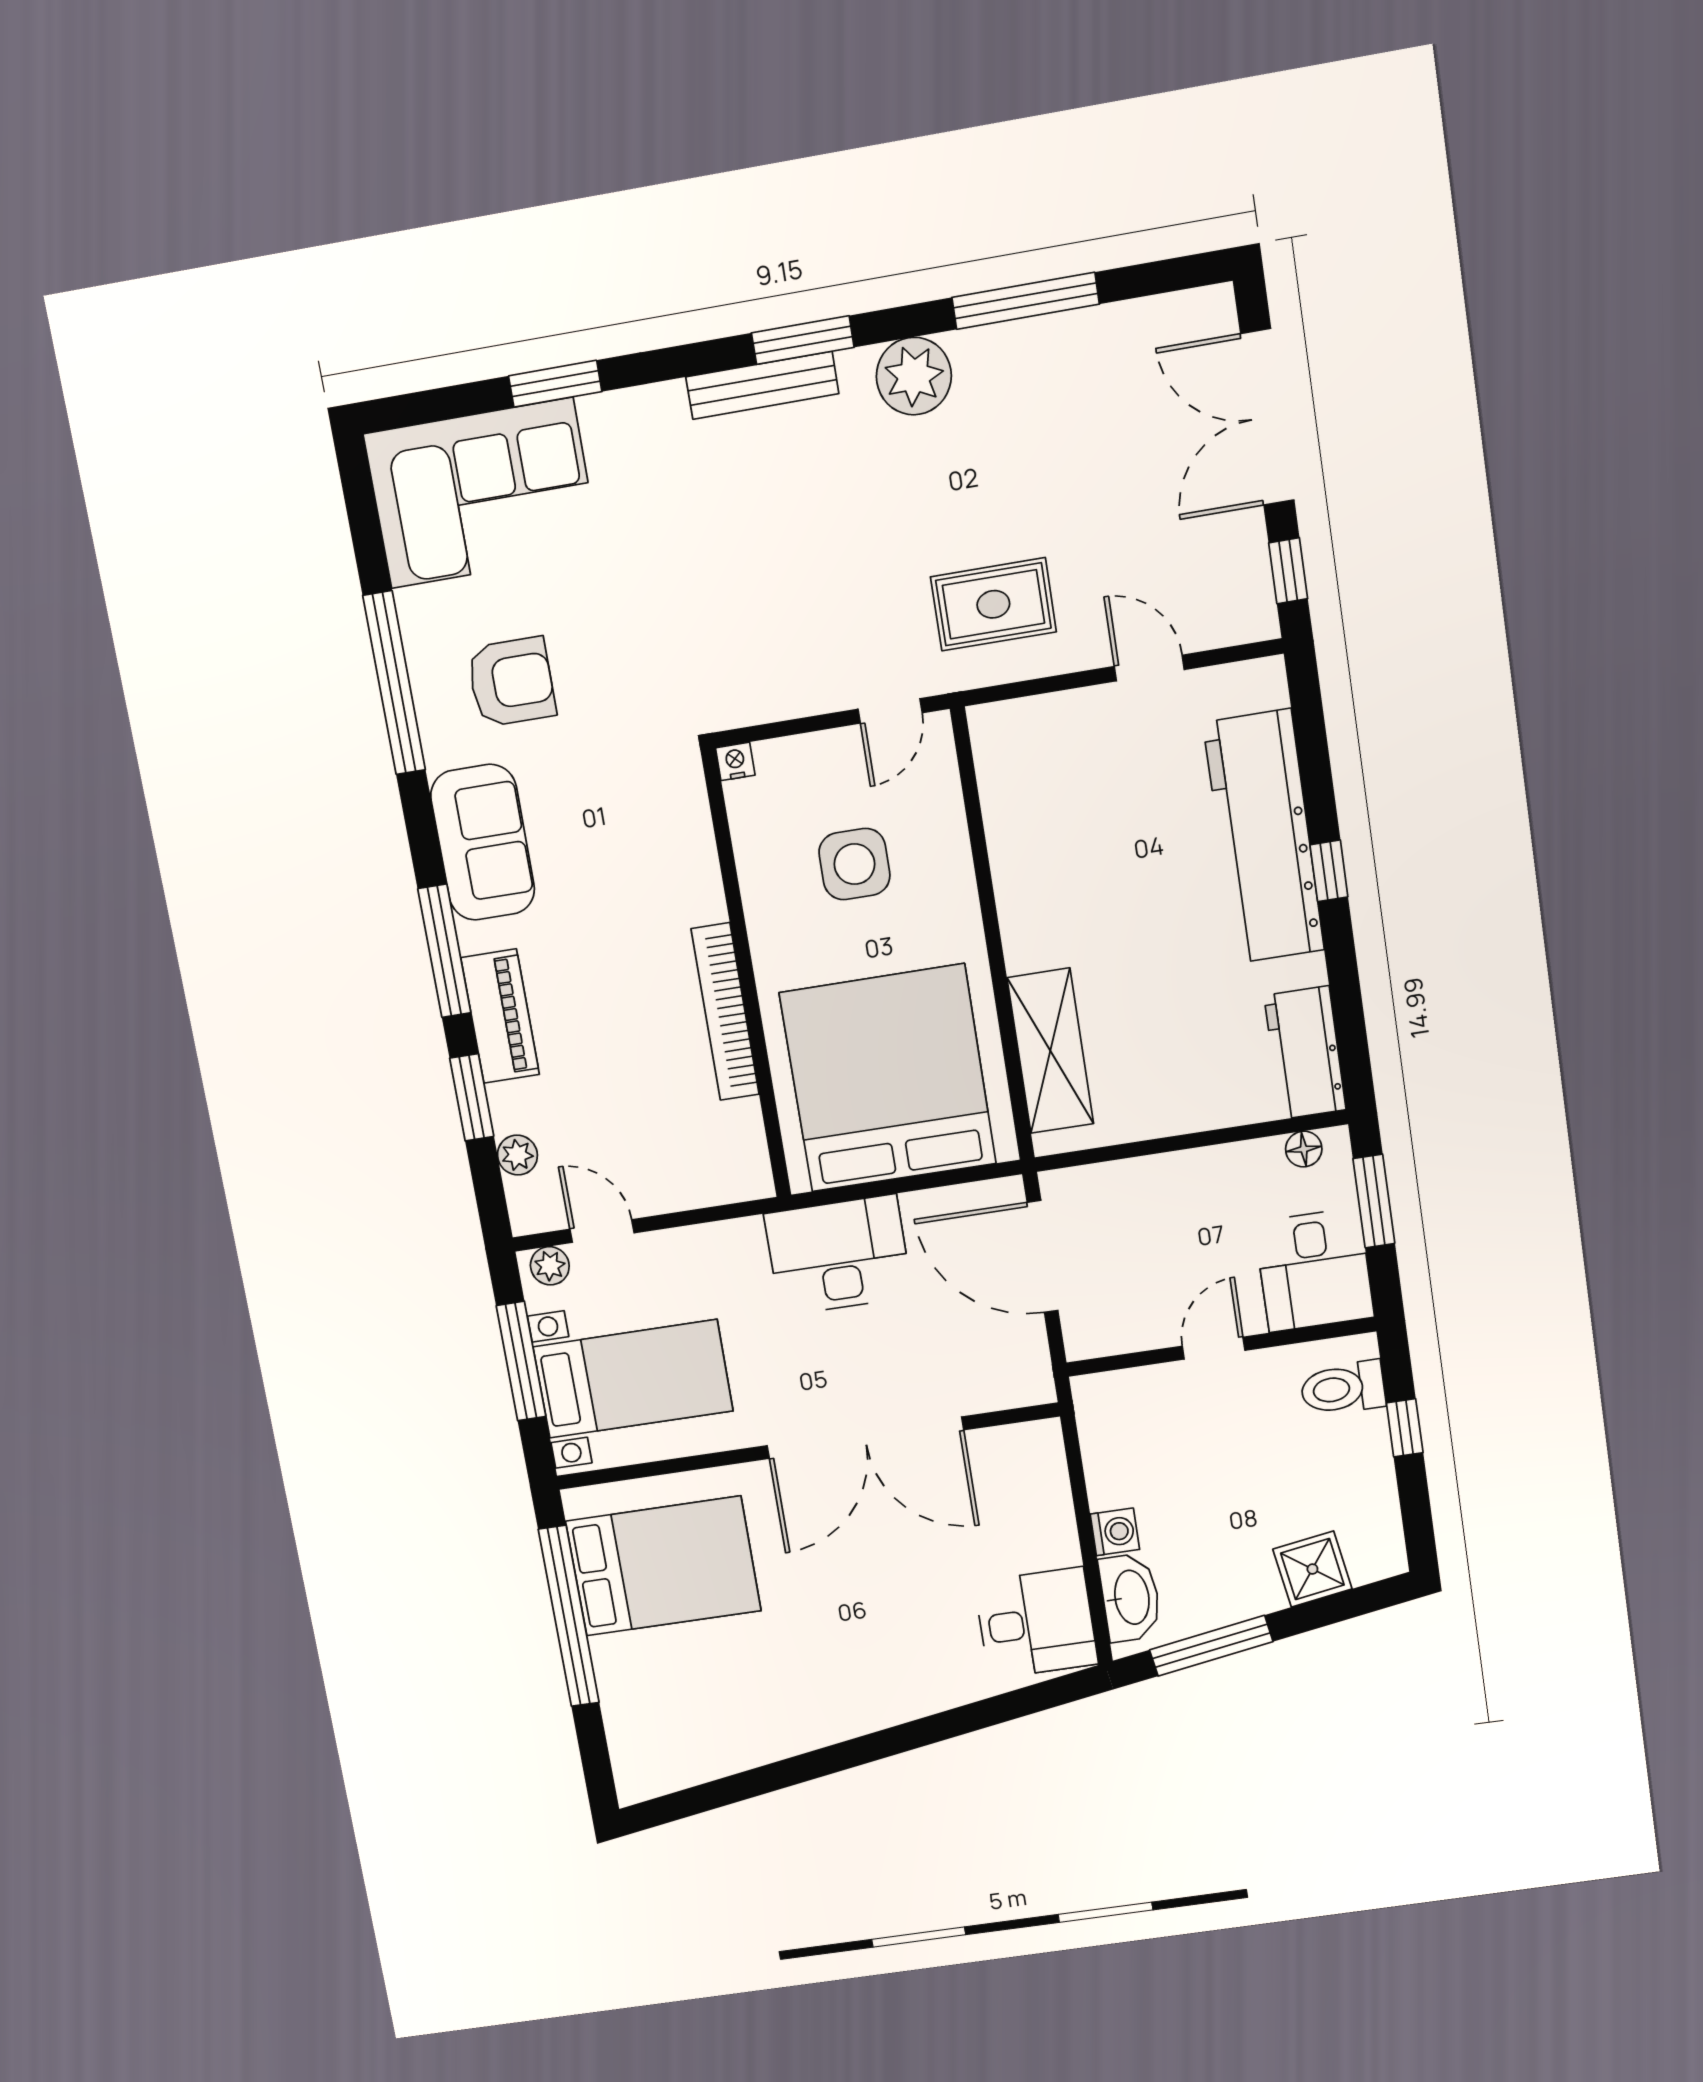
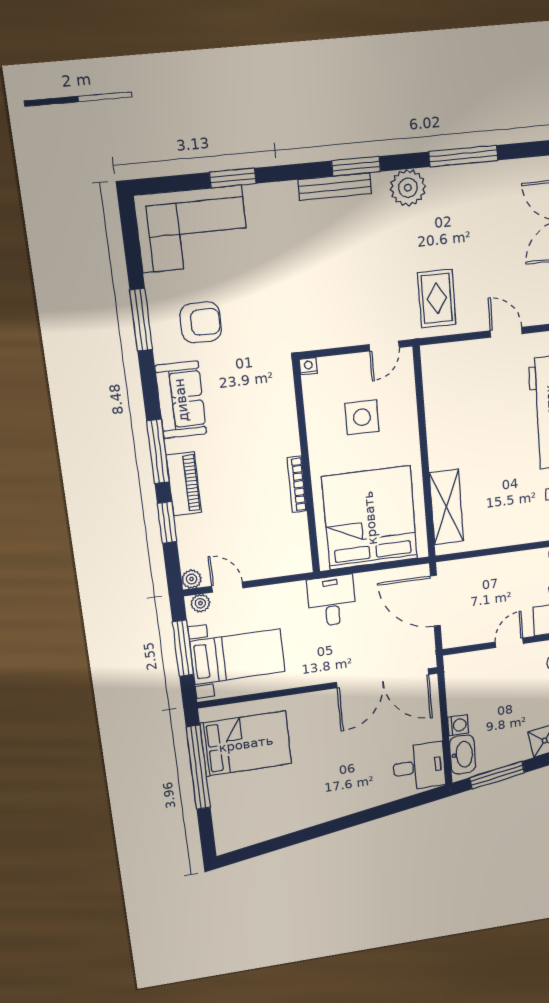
rug: (993, 604) -> (437, 298), turned 90
window: (394, 683) -> (141, 320), width x0.68
bookcase: (725, 1012) -> (297, 484), width x0.68, depth x0.76
plant: (517, 1155) -> (192, 579), moved
desk: (838, 1255) -> (332, 601), width x0.73
double door: (865, 1438) -> (383, 678), moved

